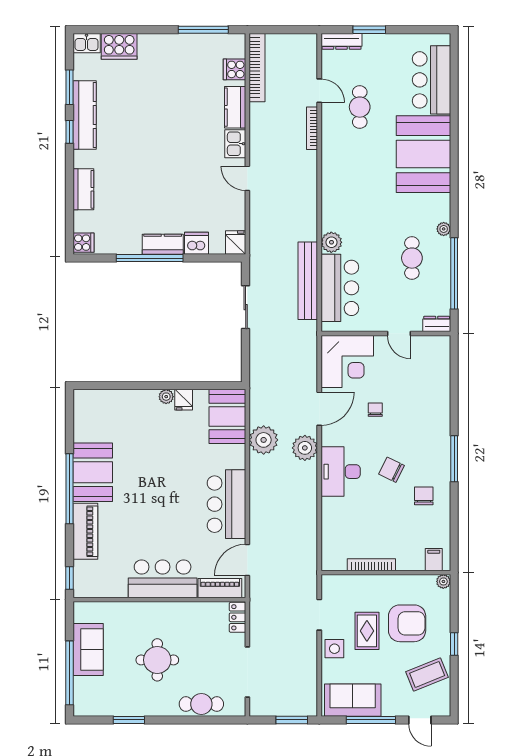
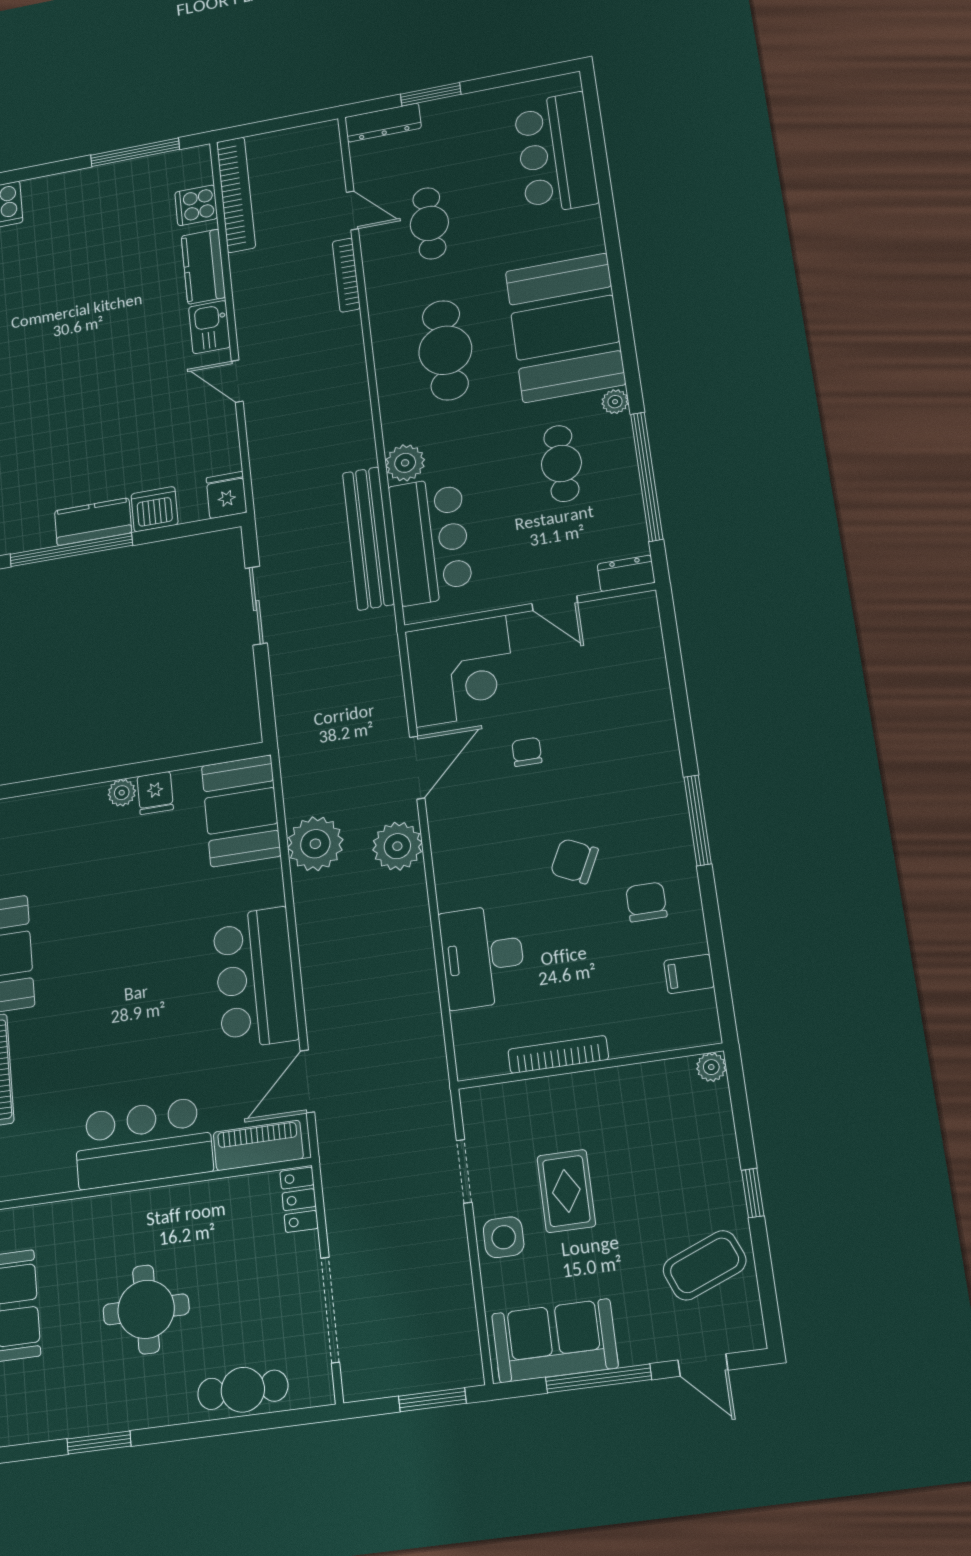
booth: (423, 154) -> (565, 328), moved
cafe table: (360, 183) -> (445, 350), added
desk: (341, 472) -> (483, 956), moved
filing cabinet: (434, 560) -> (689, 974), moved, turned -90
armchair: (407, 623) -> (648, 1164), removed

